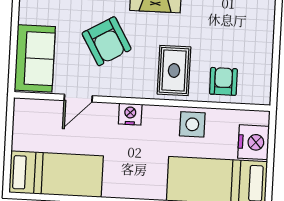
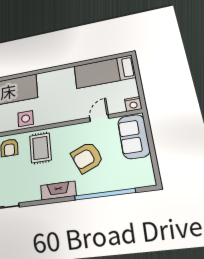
armchair: (107, 41) -> (87, 157), turned -83
nightstand: (130, 114) -> (133, 104), moved

